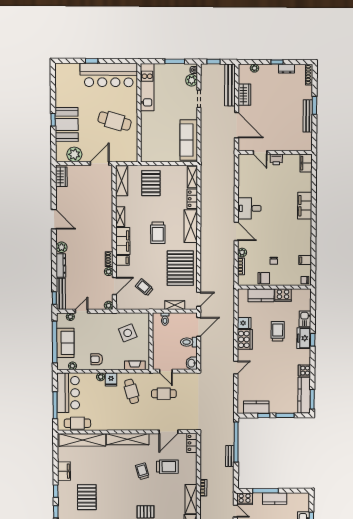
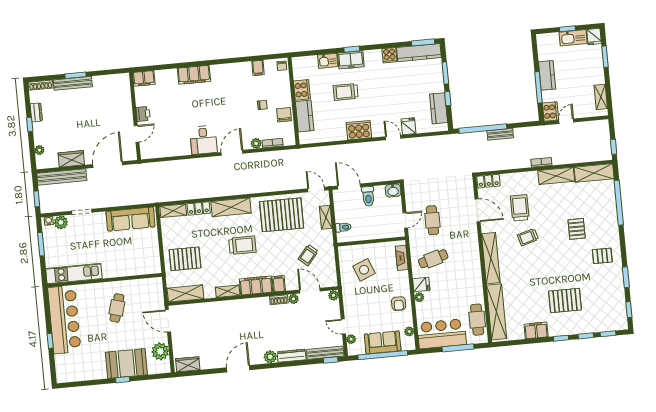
bench: (308, 116) -> (73, 83), moved
cafe table: (115, 121) -> (117, 308), width x0.73, depth x0.74
fridge: (244, 323) -> (408, 126), moved

